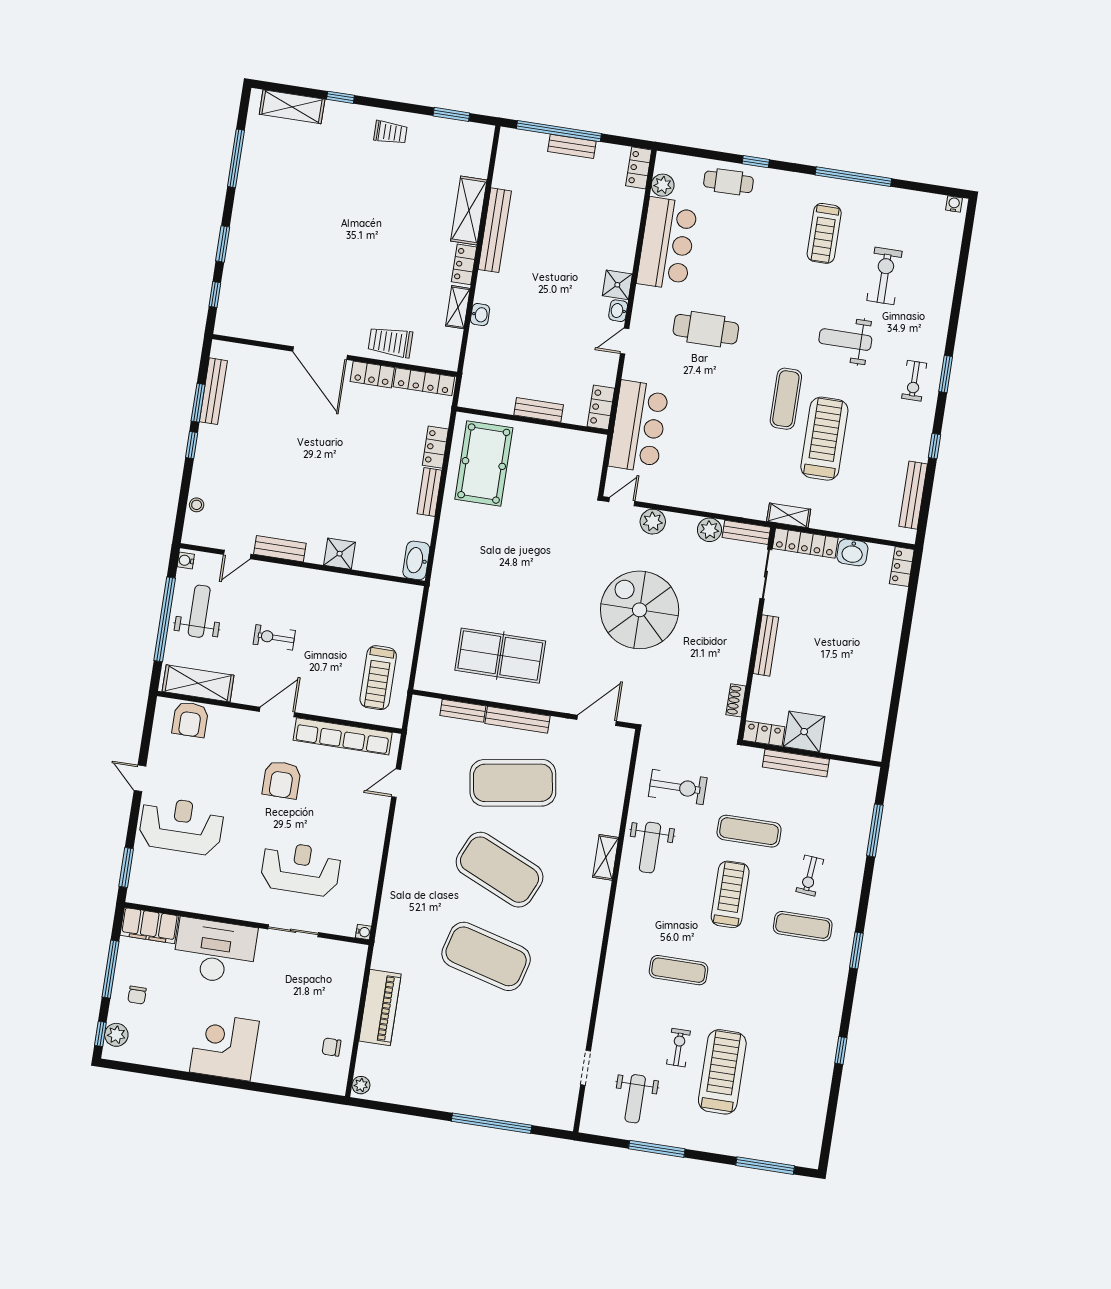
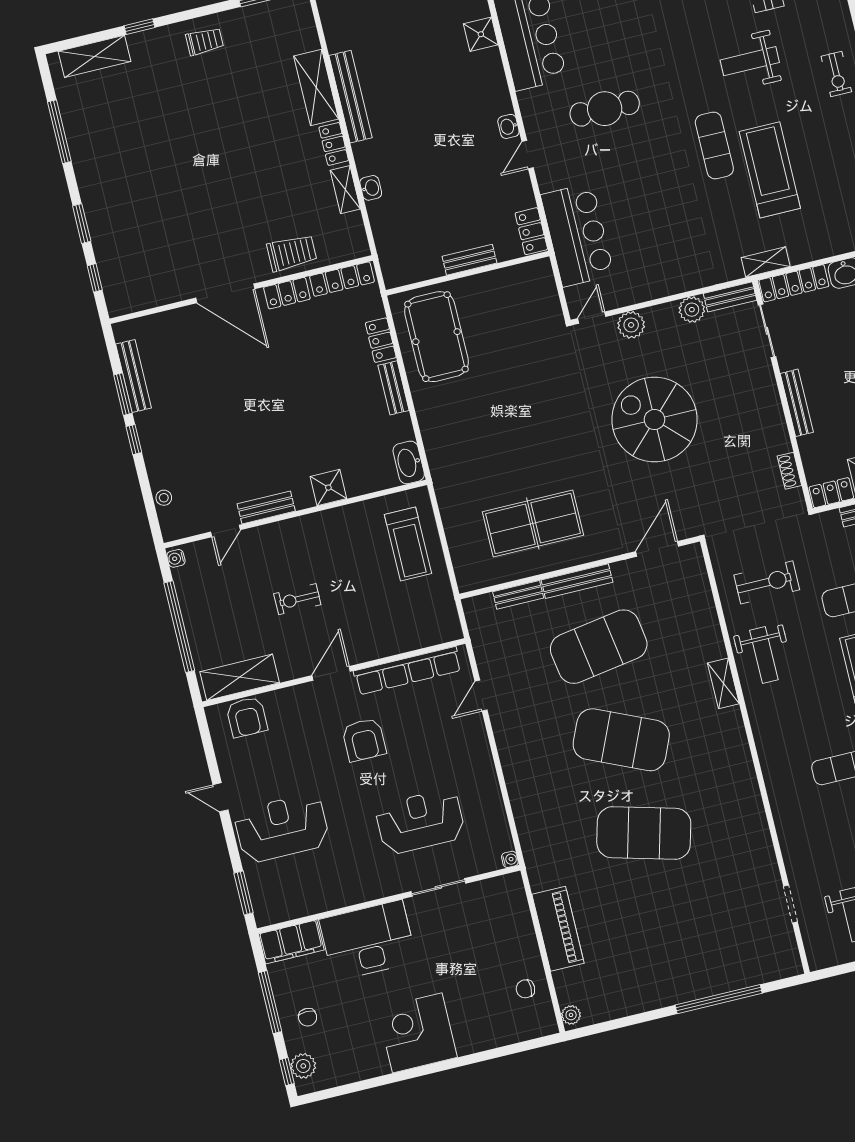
shower: (617, 285) -> (481, 34), moved
trolley: (390, 342) -> (292, 253), turned 180
weight bench: (199, 611) -> (211, 604), removed
treadmill: (378, 678) -> (408, 544), moved

